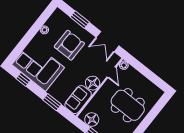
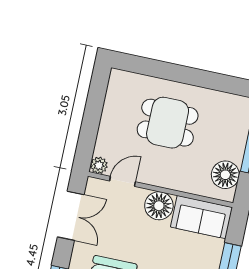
dining table: (128, 105) -> (168, 123), width x0.73

